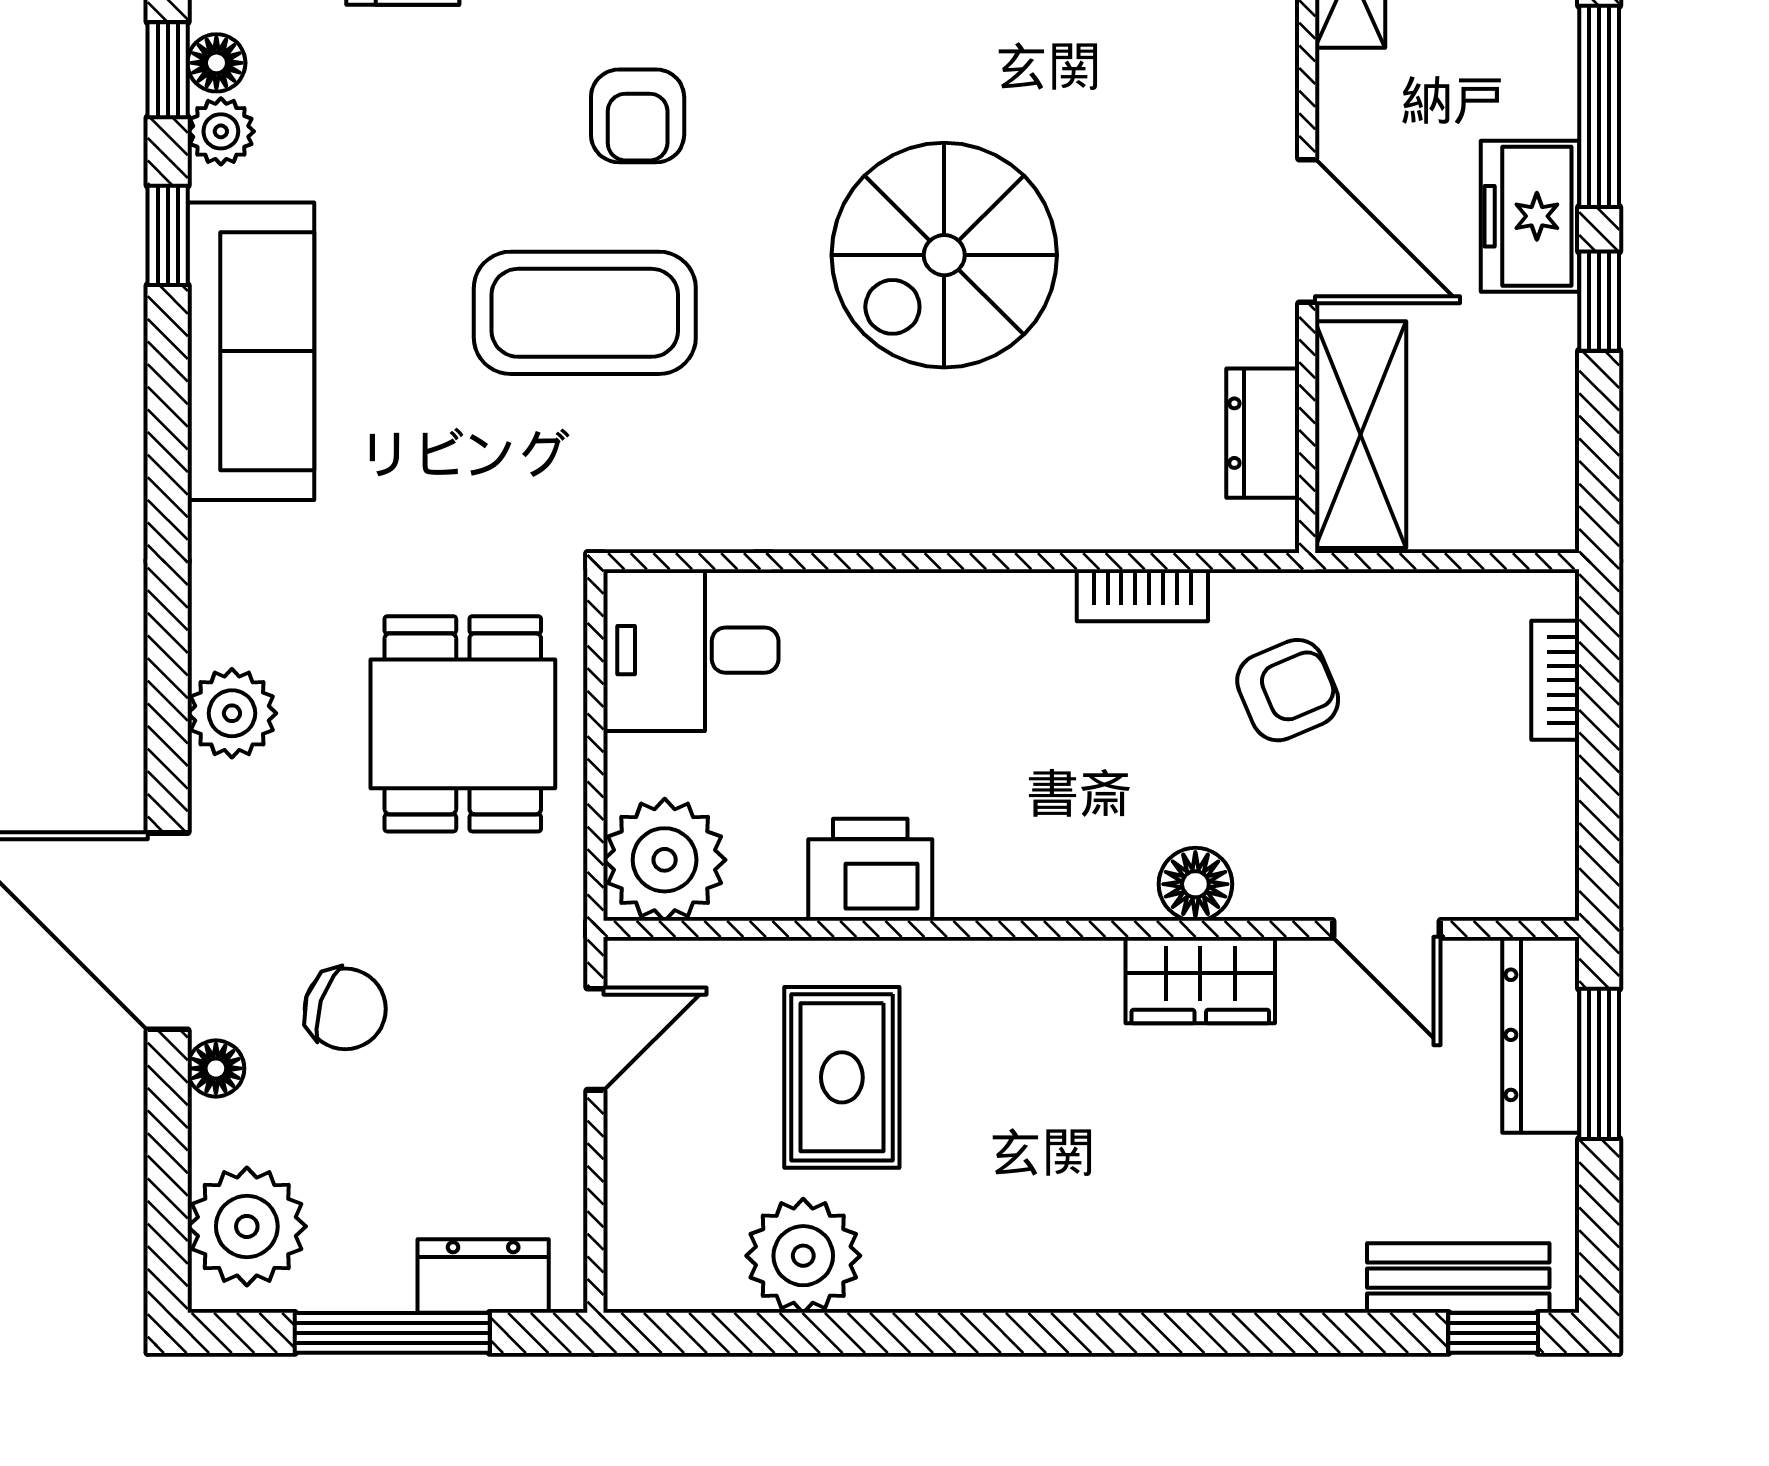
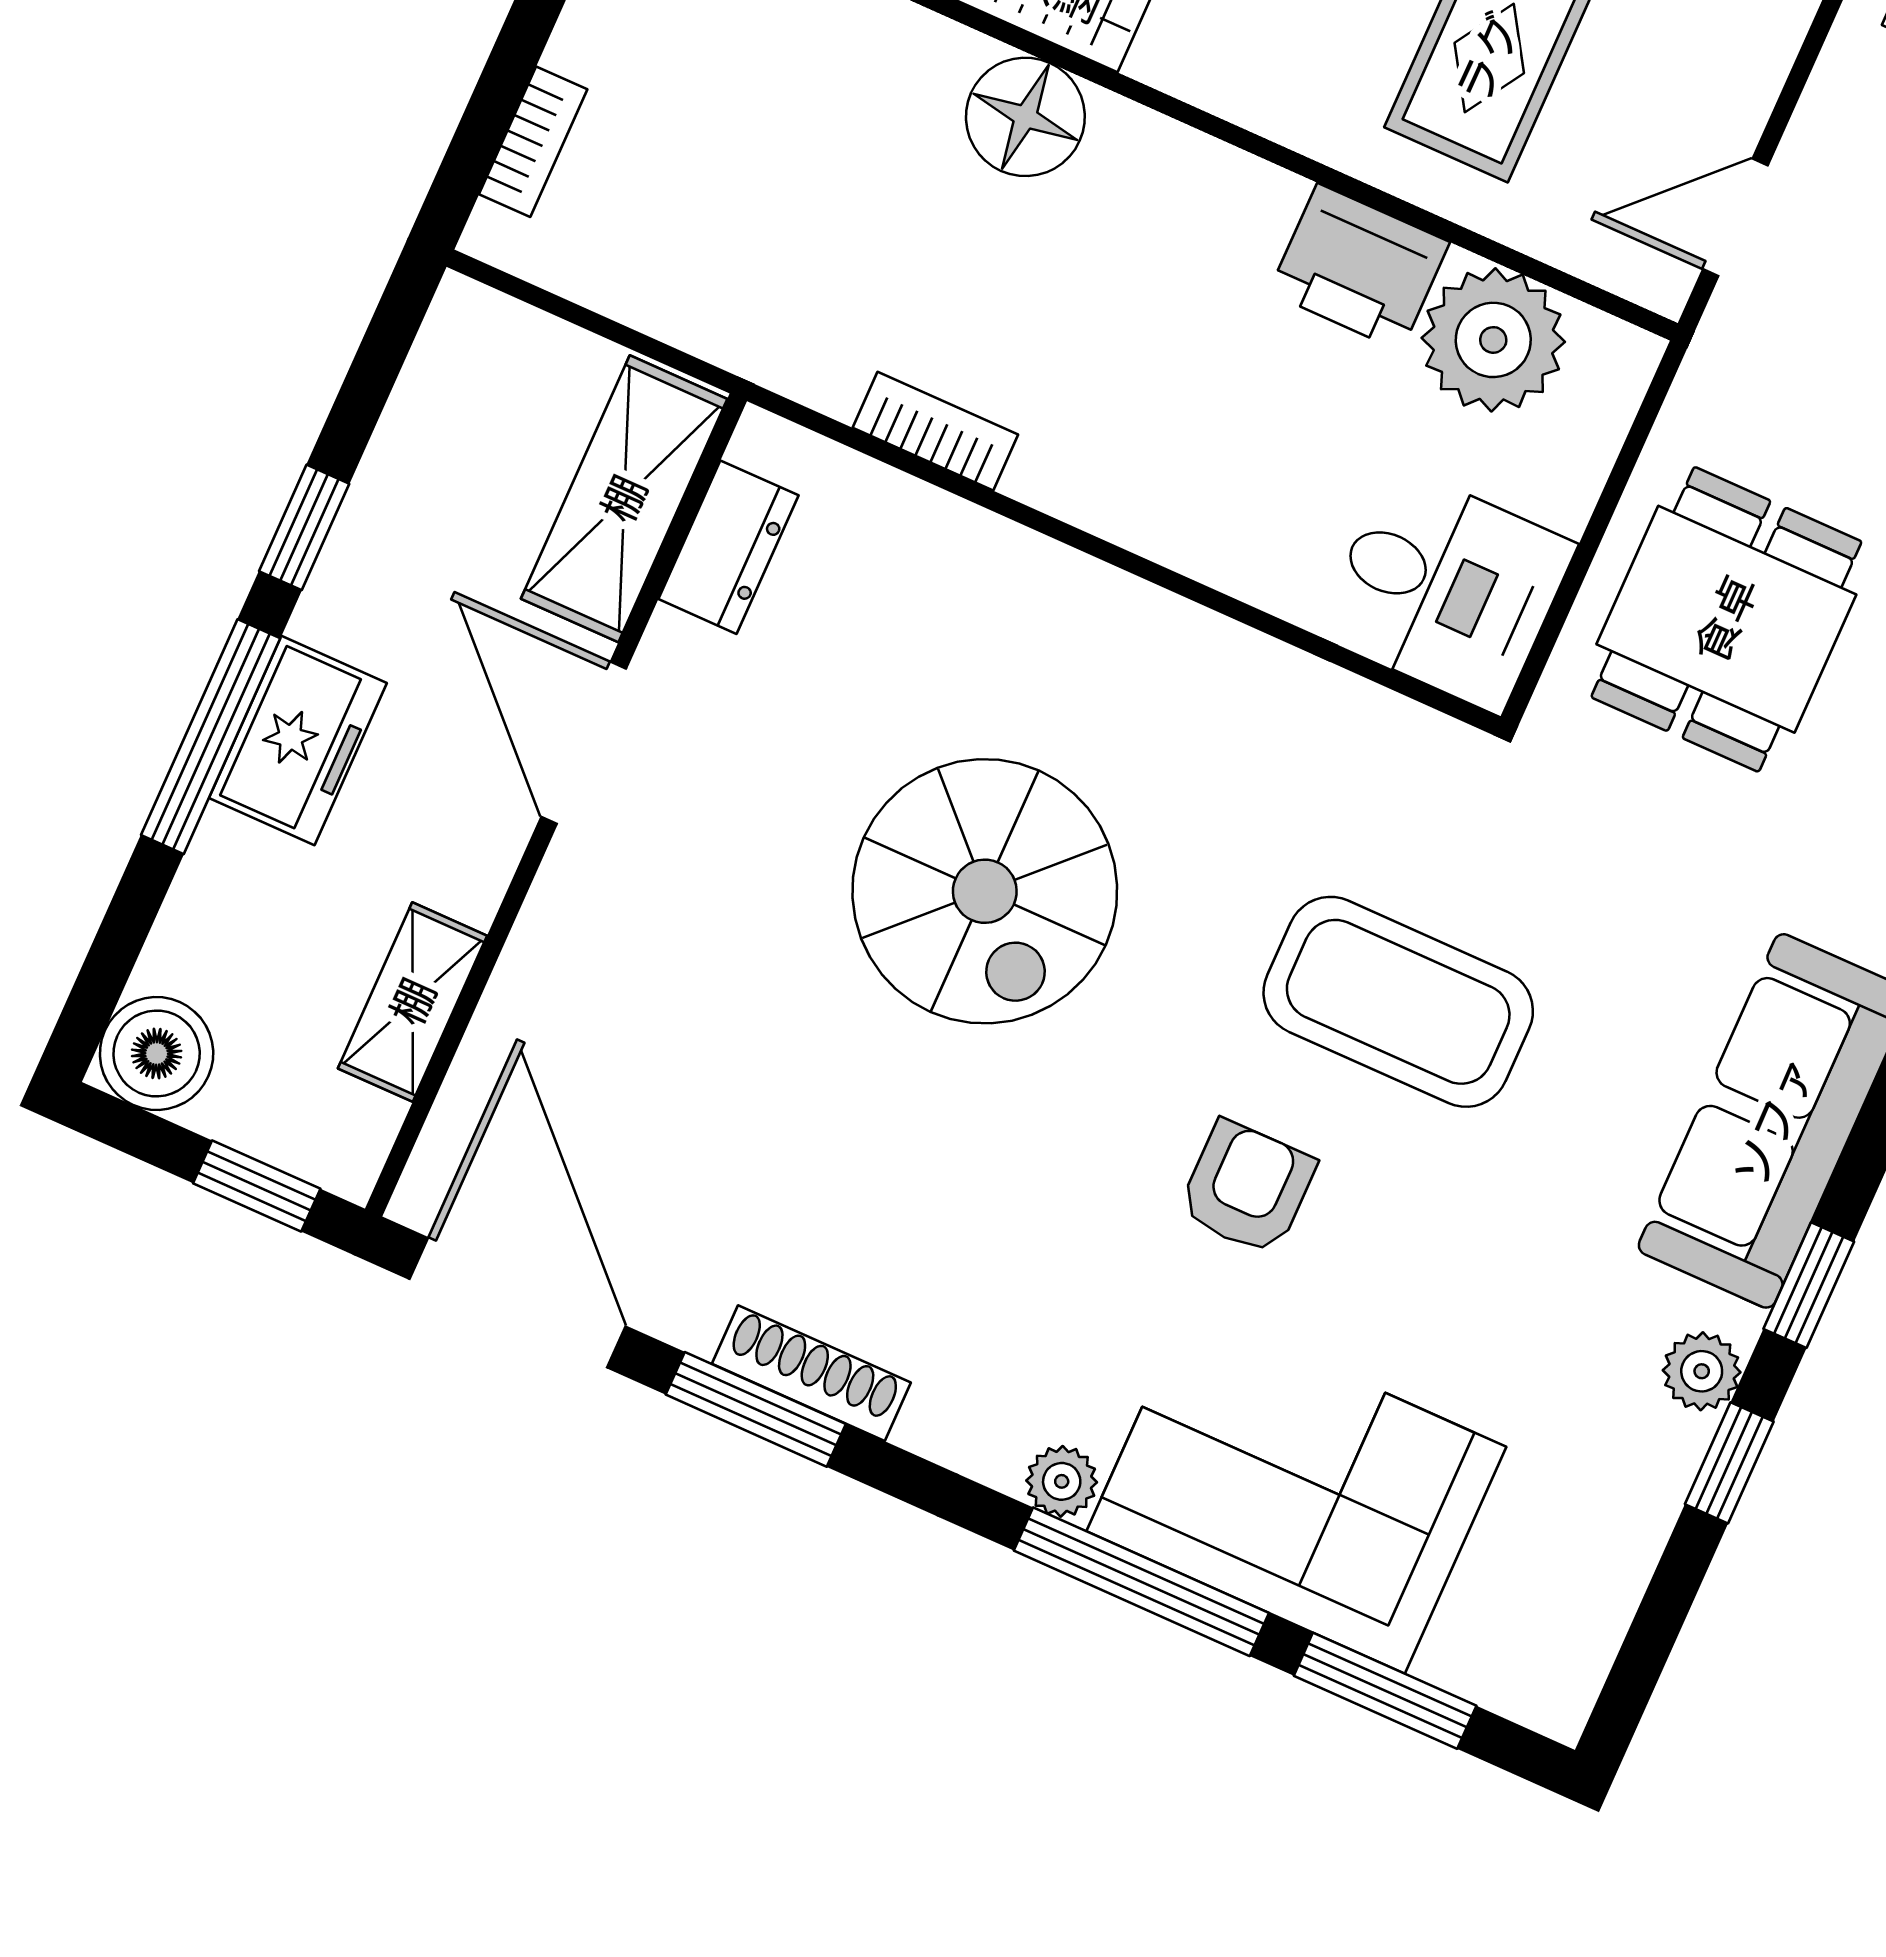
floor lamp: (216, 63) -> (1674, 1447), removed
freezer: (1530, 216) -> (298, 740), moved
spiral stairs: (944, 255) -> (985, 891), turned 90
armchair: (1288, 690) -> (825, 260), removed
plant: (665, 860) -> (1493, 340), moved
floor lamp: (1195, 884) -> (1025, 117), width x1.38, depth x1.38

